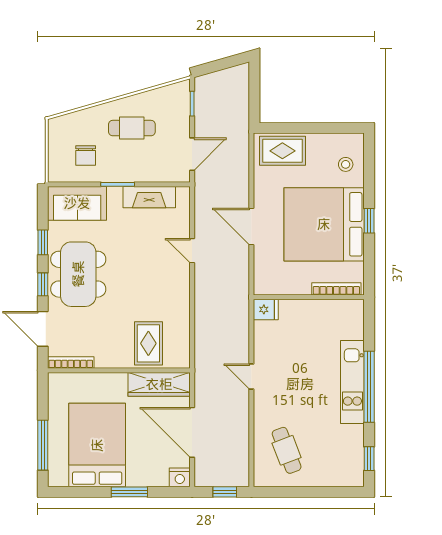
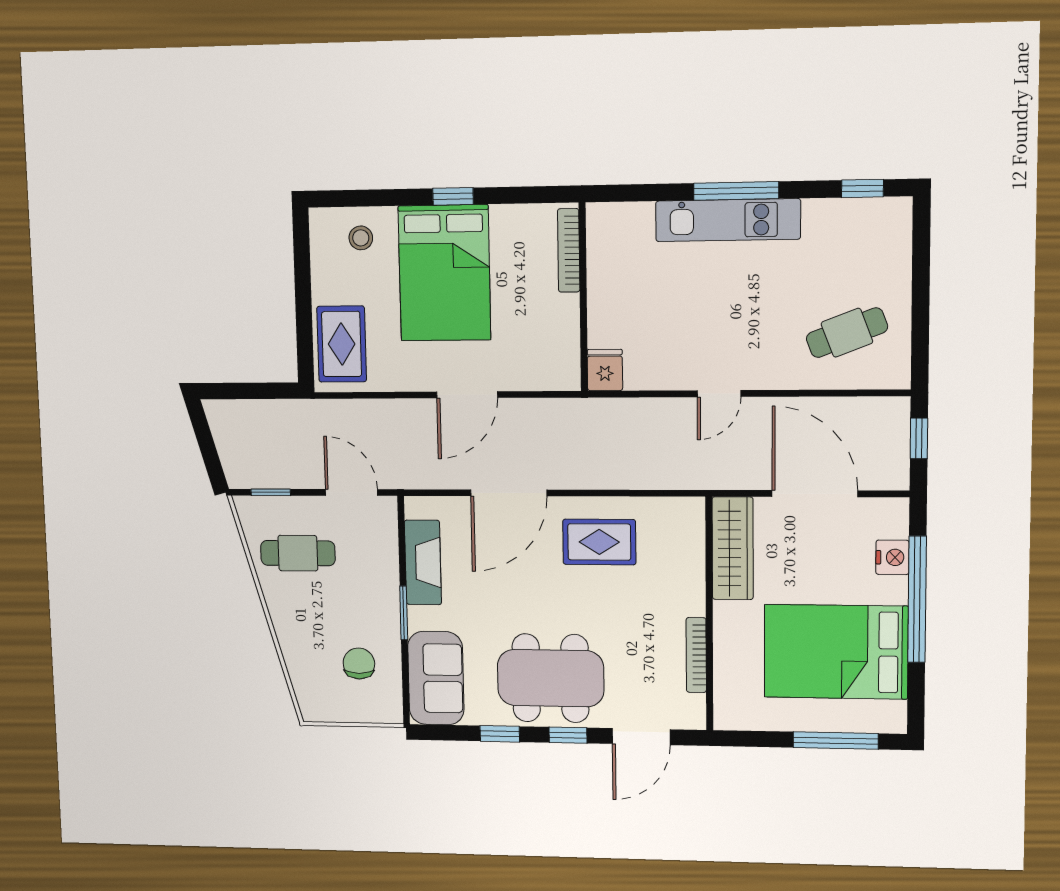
cafe table: (132, 128) -> (298, 553), moved, turned 90
chair: (86, 156) -> (359, 663), turned -90
bed: (324, 224) -> (444, 273), width x0.73
door: (192, 251) -> (509, 493), width x1.87
rug: (148, 343) -> (599, 542), moved
bookcase: (71, 362) -> (696, 655), moved
window: (369, 387) -> (736, 191), width x0.68
door: (192, 432) -> (815, 494), swing flipped
nightstand: (180, 477) -> (892, 557), moved
window: (129, 492) -> (917, 599), width x2.11

